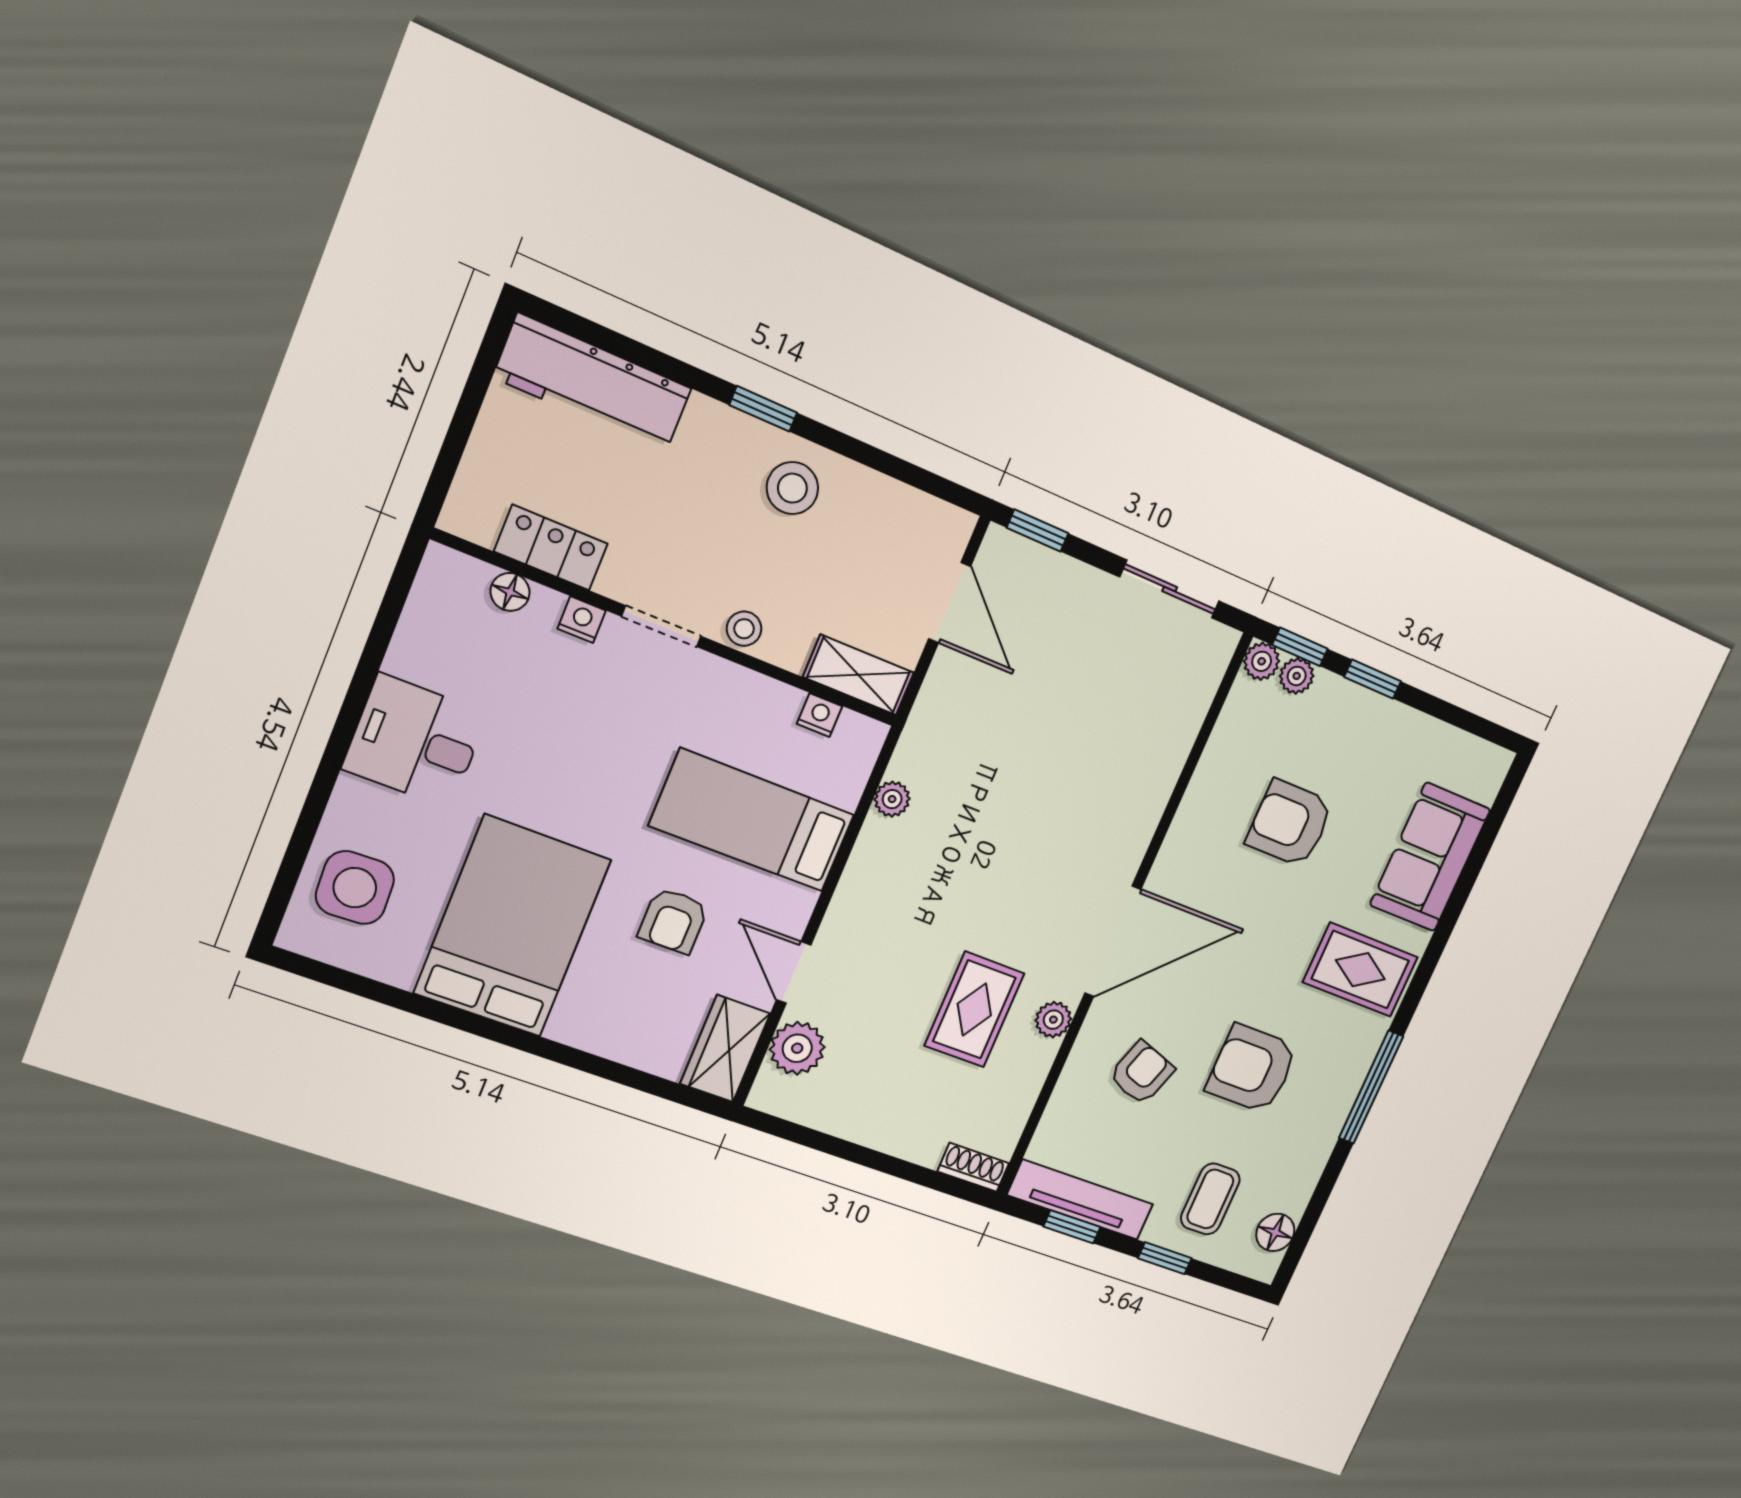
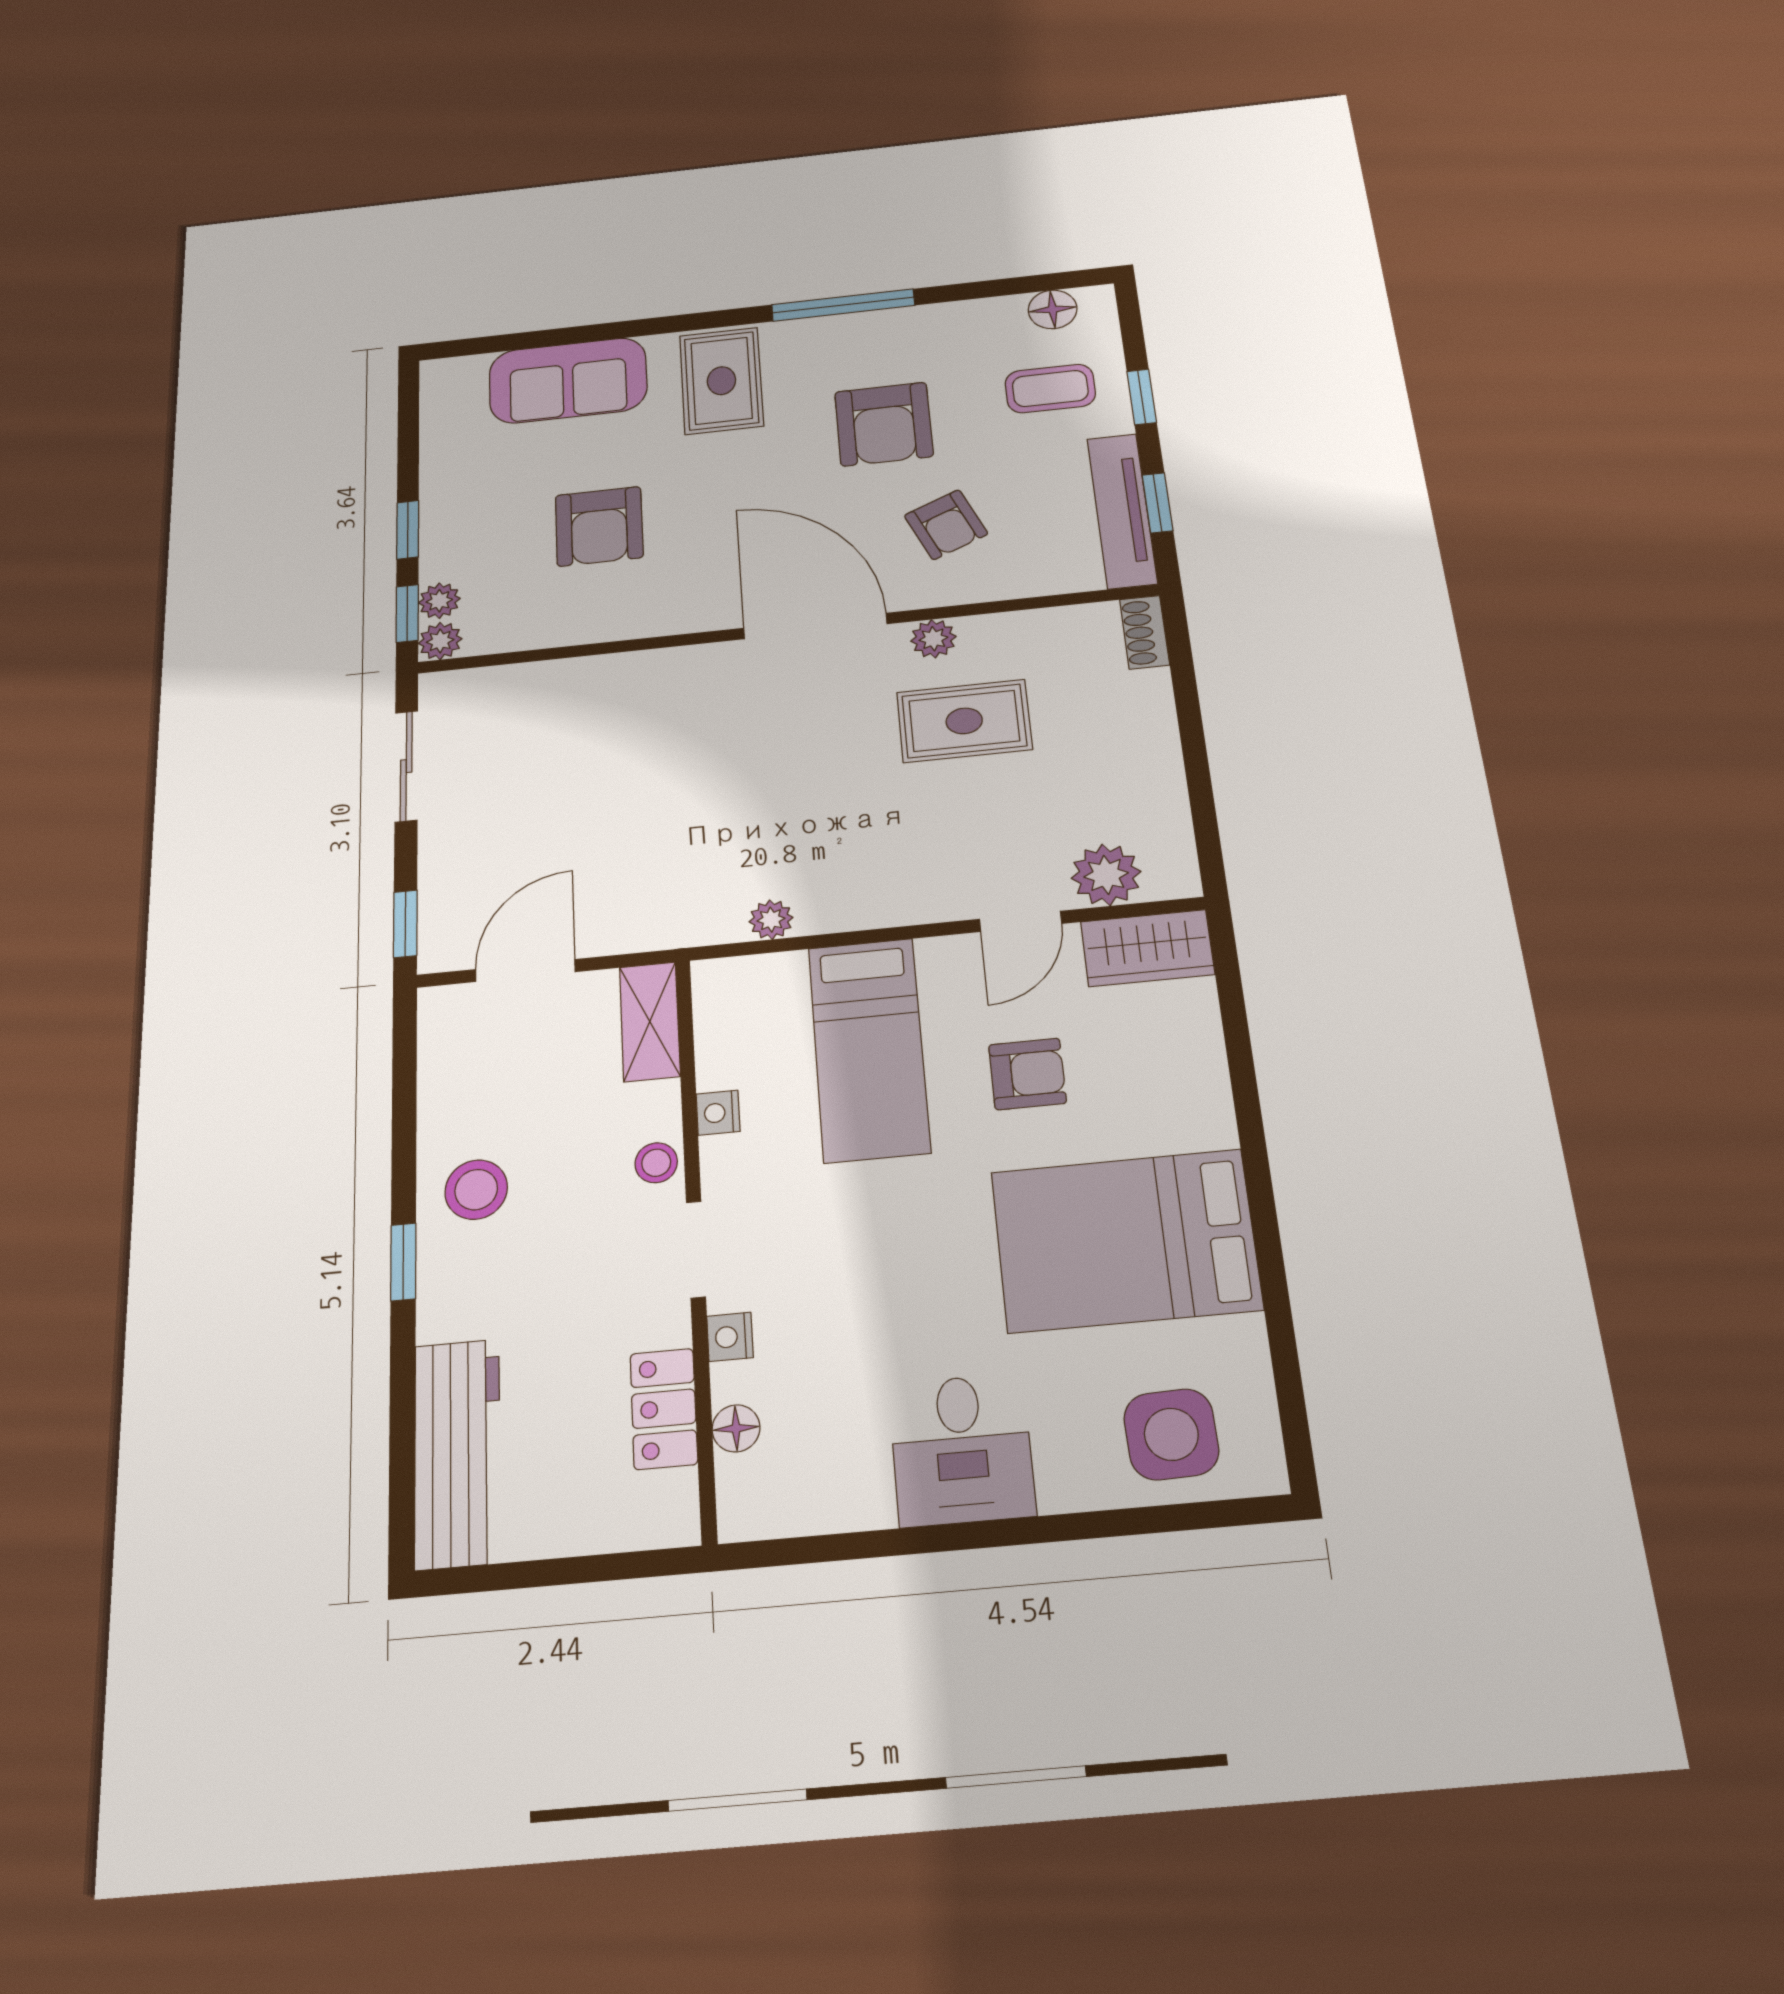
nightstand: (820, 715) -> (718, 1113), moved
armchair: (1142, 1073) -> (946, 525), turned -132

